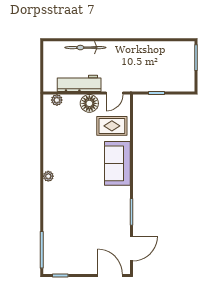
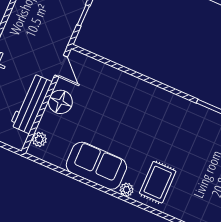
rug: (112, 126) -> (158, 182), moved
sofa: (117, 163) -> (96, 166), moved, turned 180

